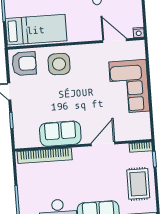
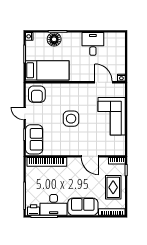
armchair: (24, 64) -> (37, 94), turned 90
side table: (59, 64) -> (71, 119), moved
sofa: (60, 134) -> (34, 139), moved, turned 90
door: (103, 144) -> (90, 156), swing flipped

